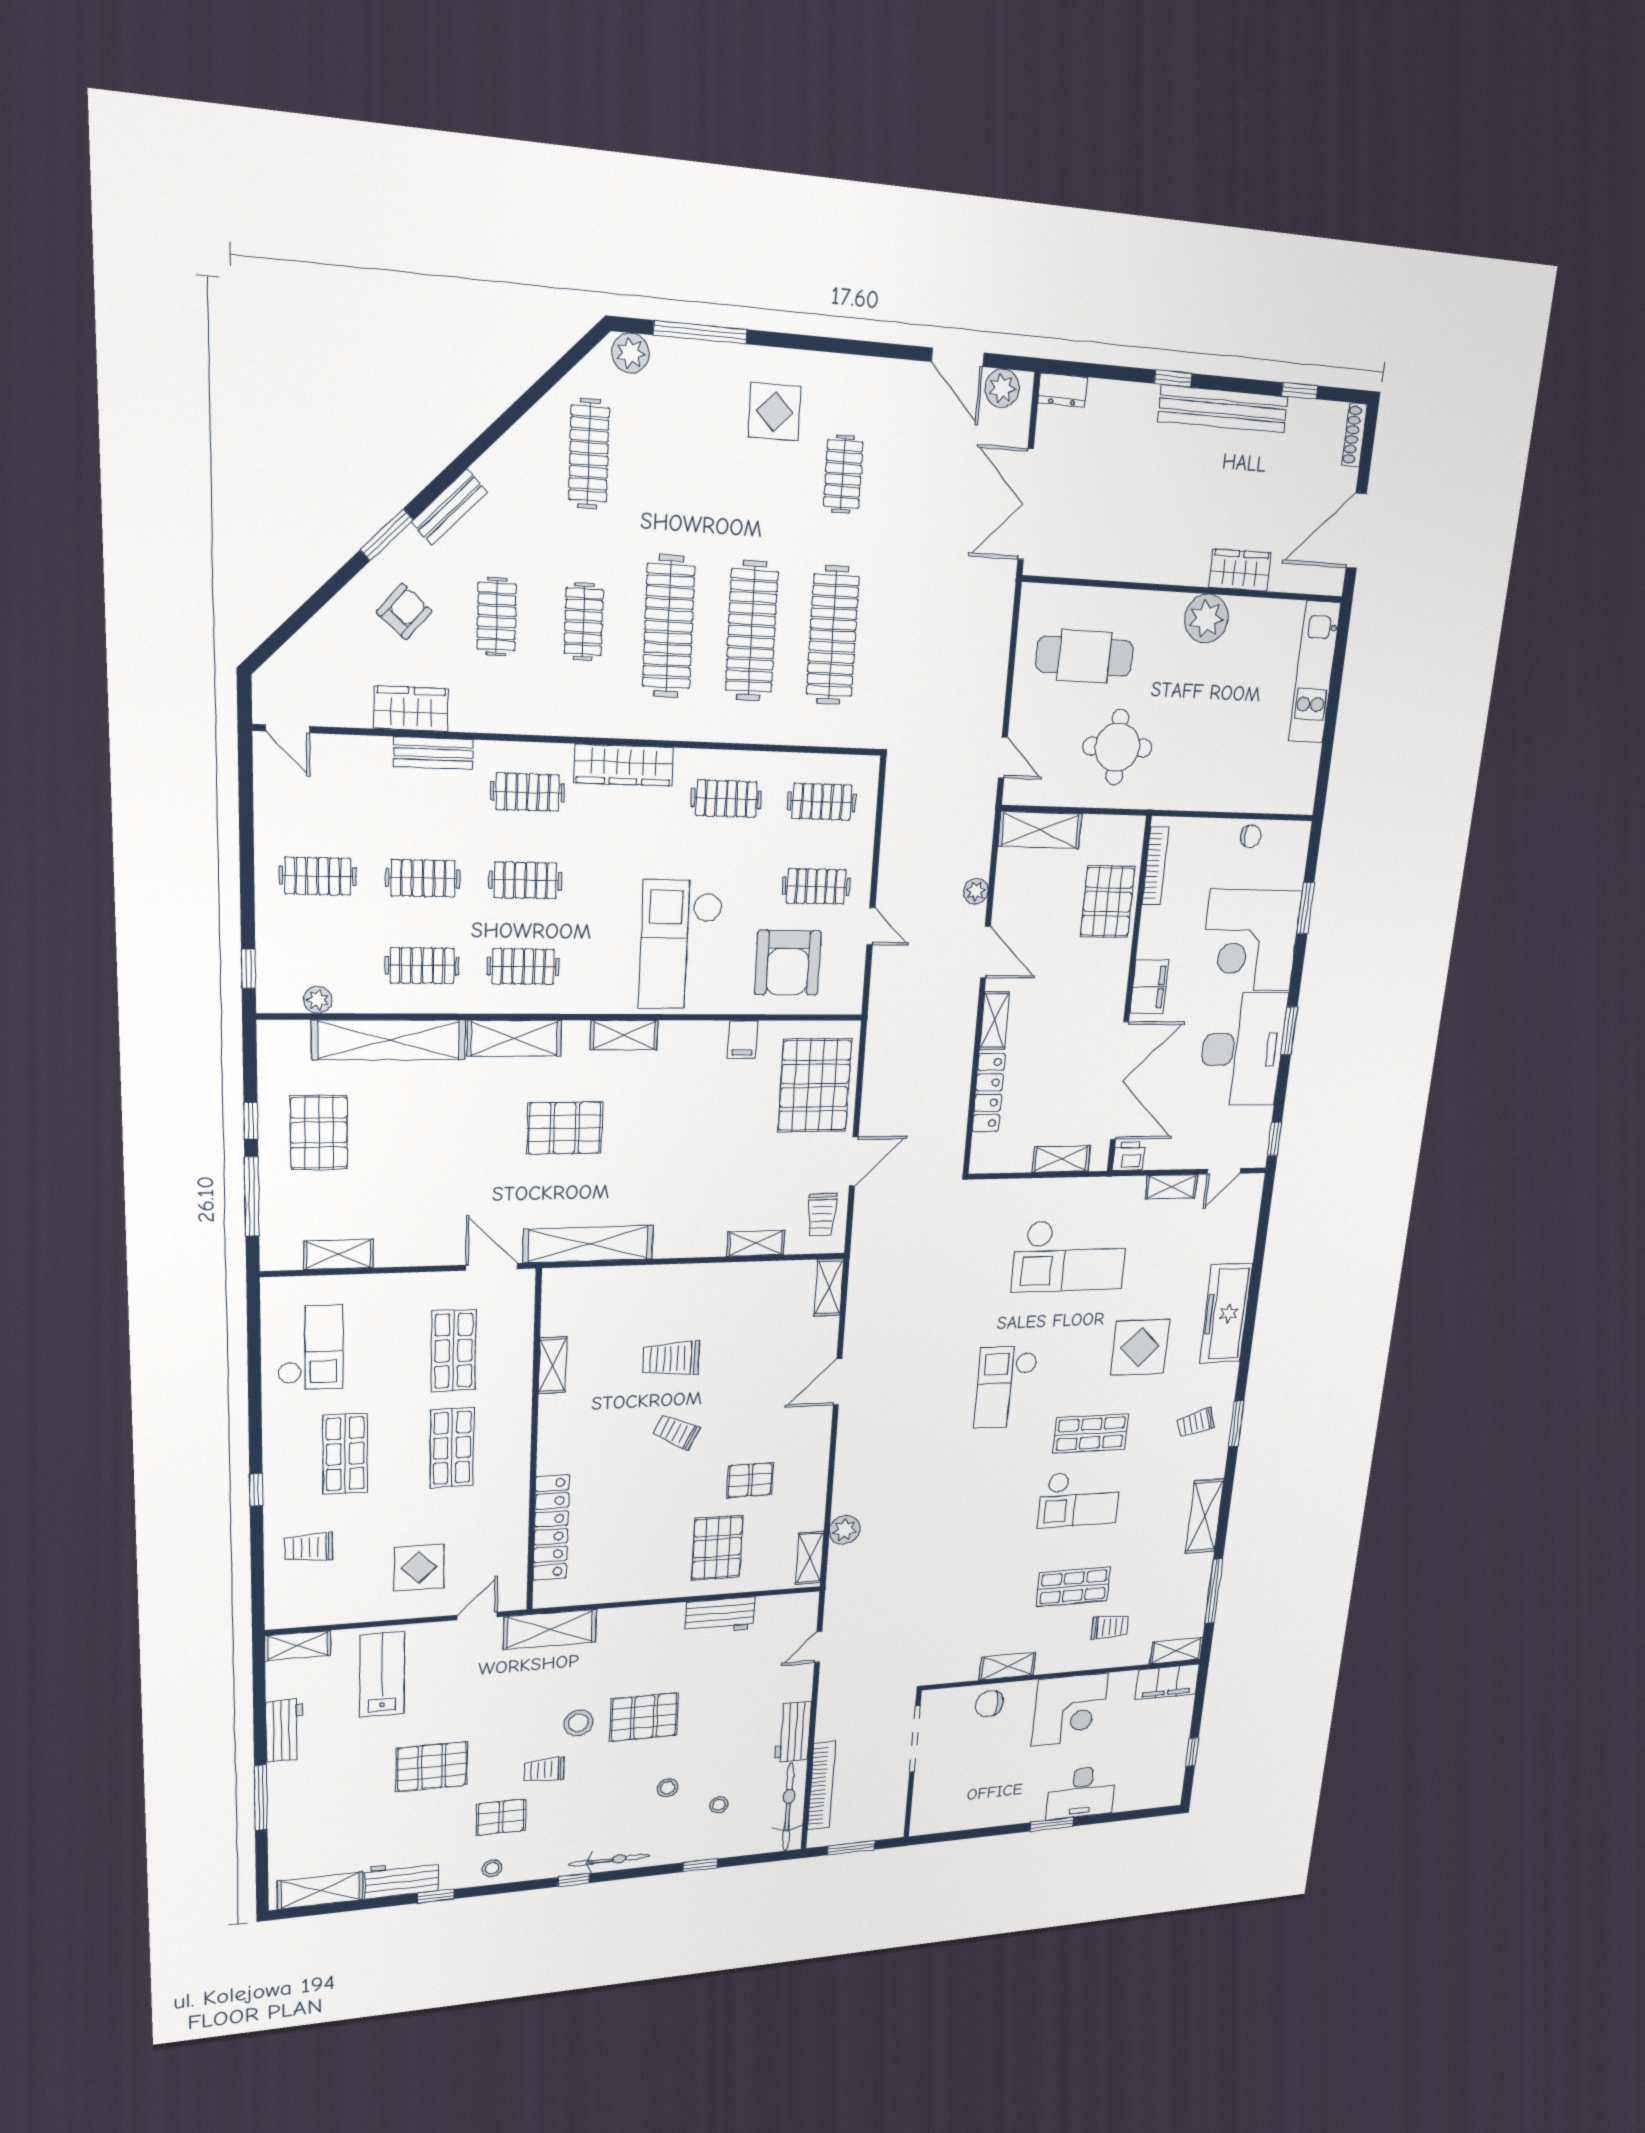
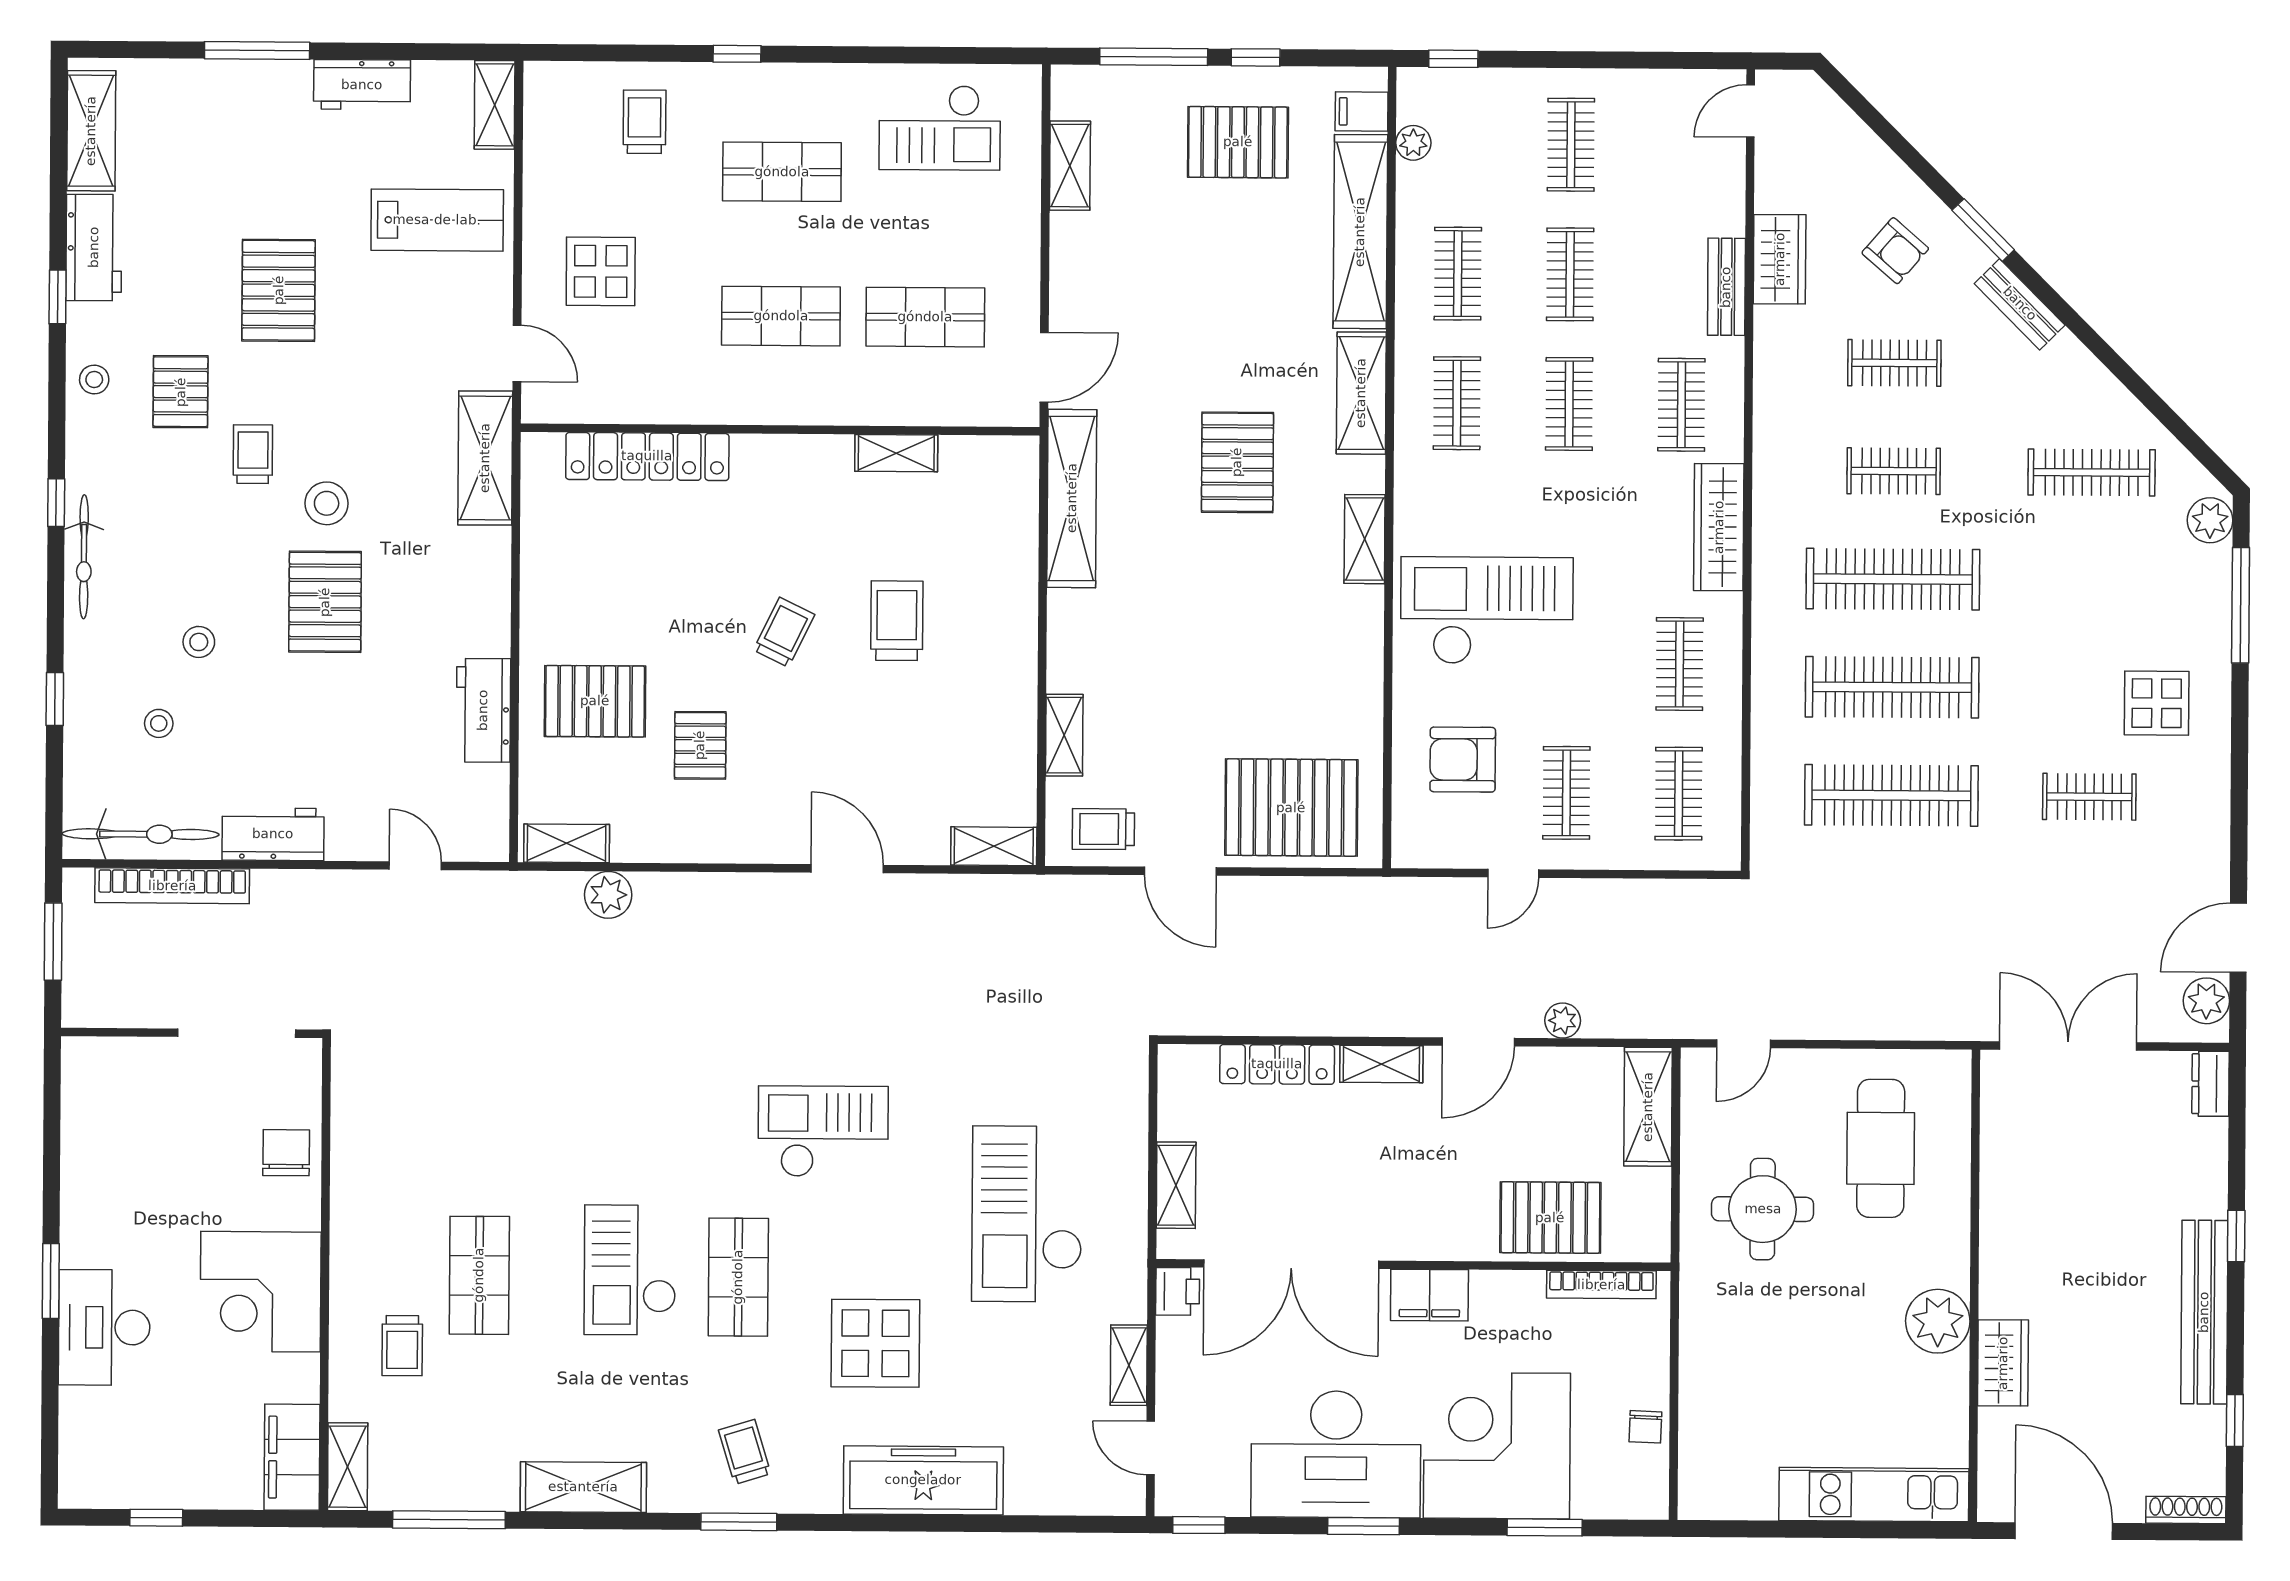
armchair: (788, 963) -> (1463, 760), width x0.73, depth x0.73
filing cabinet: (743, 1039) -> (1362, 112), moved
shelving: (1007, 1666) -> (350, 1177), removed

